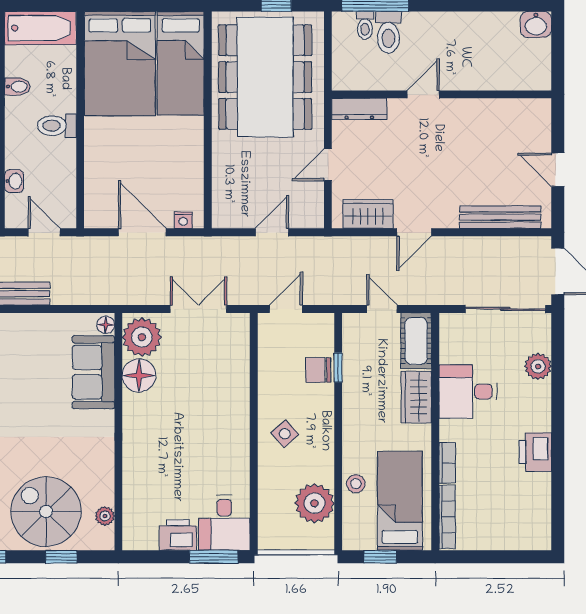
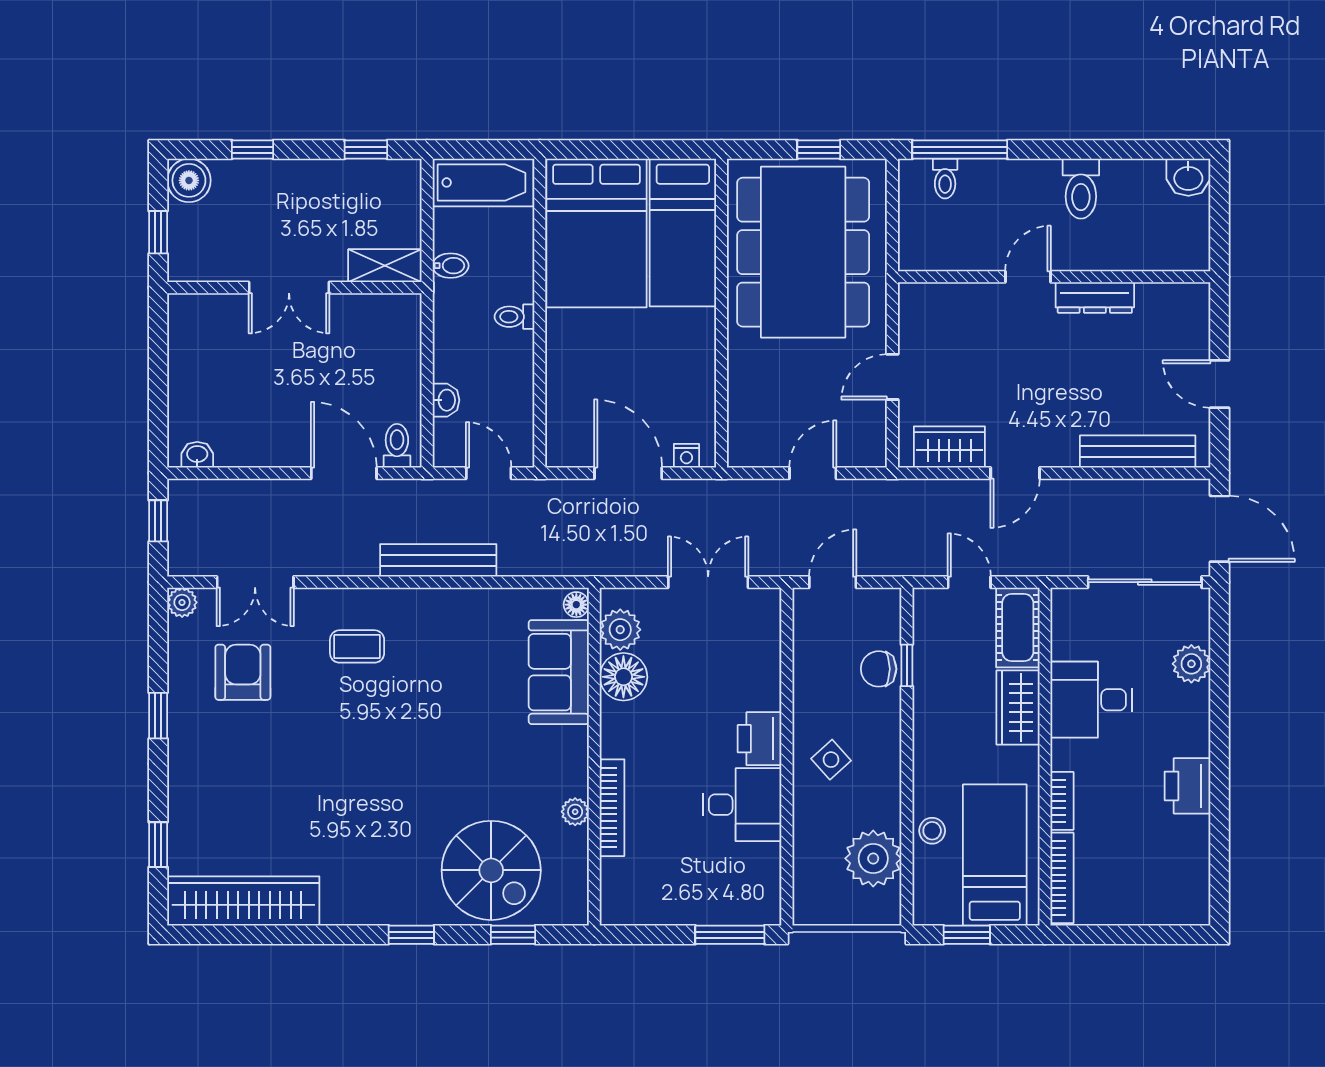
toilet: (388, 32) -> (1081, 189), moved
dresser: (359, 109) -> (1095, 298), moved
toilet: (57, 126) -> (514, 317), width x0.73, depth x0.72
plant: (142, 337) -> (620, 630), width x0.73, depth x0.73
bookcase: (131, 468) -> (612, 808), added
spiral stairs: (46, 512) -> (491, 870), turned 180
plant: (105, 516) -> (575, 812), moved
desk: (224, 523) -> (742, 805), moved, turned -90
printer: (178, 535) -> (760, 739), moved, turned -90

